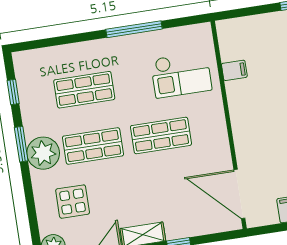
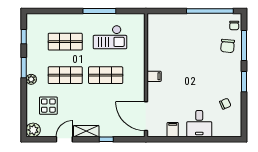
filing cabinet: (234, 70) -> (154, 76), moved
checkout: (181, 75) -> (110, 37), moved
plant: (43, 153) -> (31, 79), width x0.53, depth x0.53

